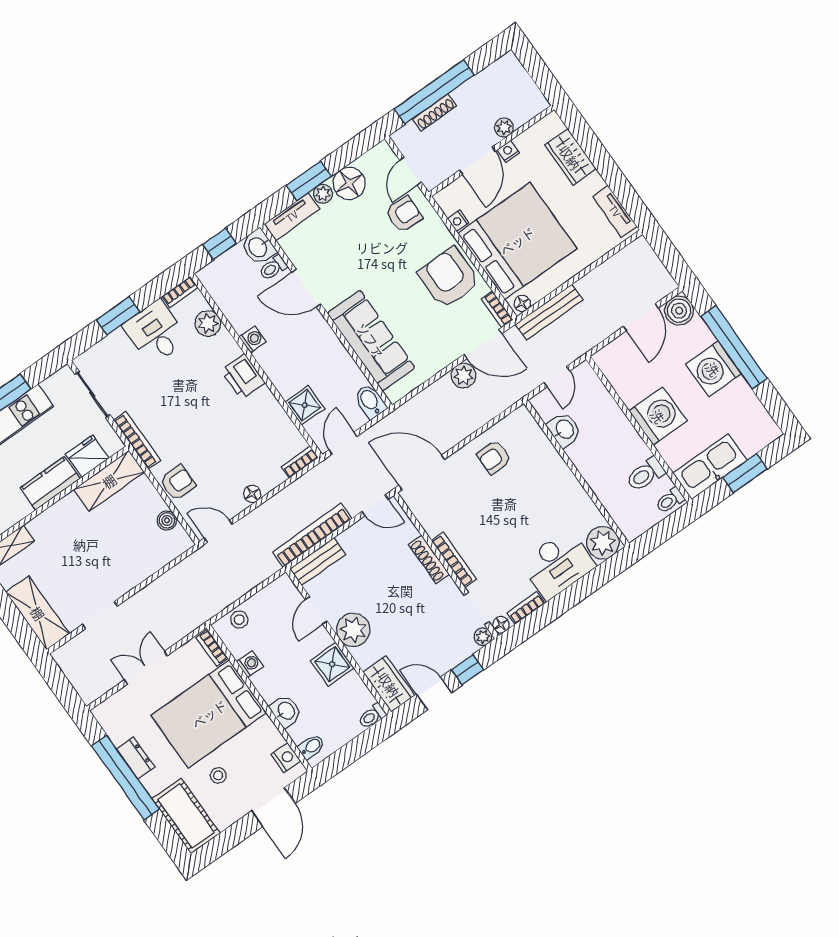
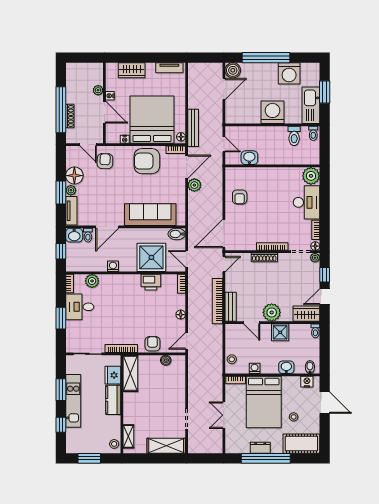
door: (641, 317) -> (224, 89), hinge flipped
washing machine: (713, 369) -> (289, 73), moved
printer: (243, 377) -> (151, 282), moved
shower: (305, 405) -> (151, 257), width x1.86, depth x1.86

